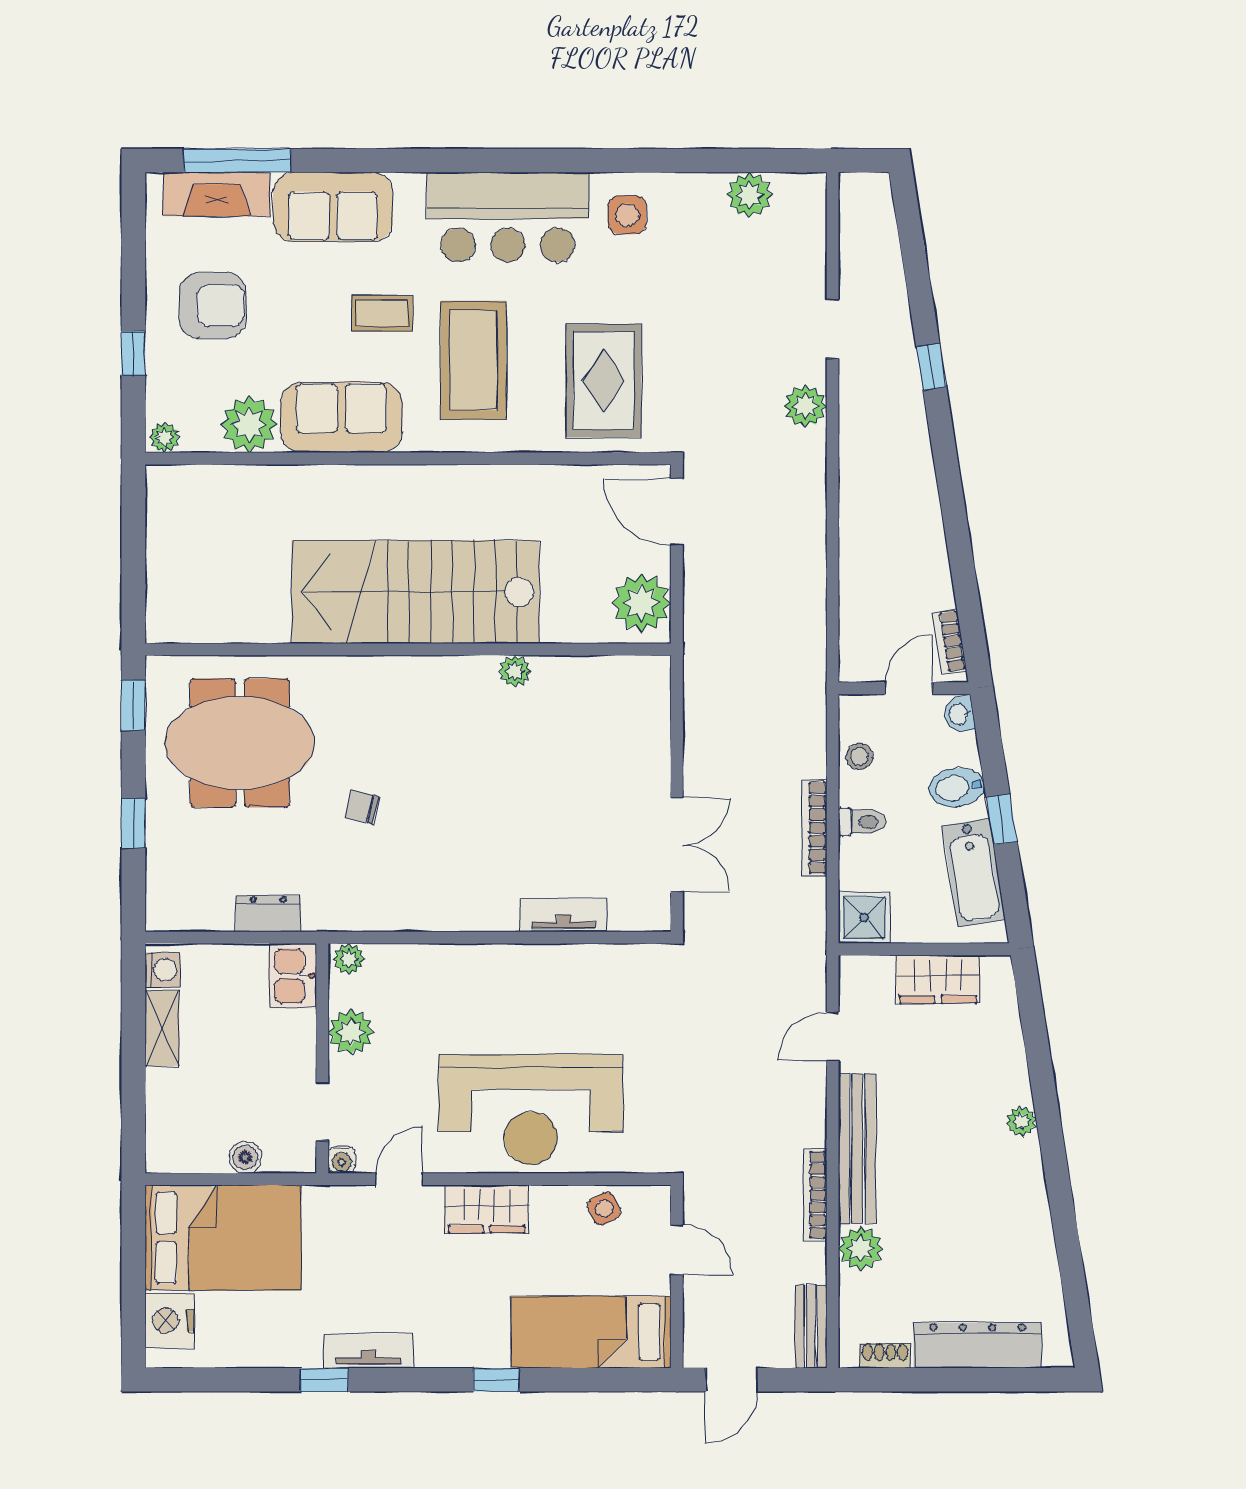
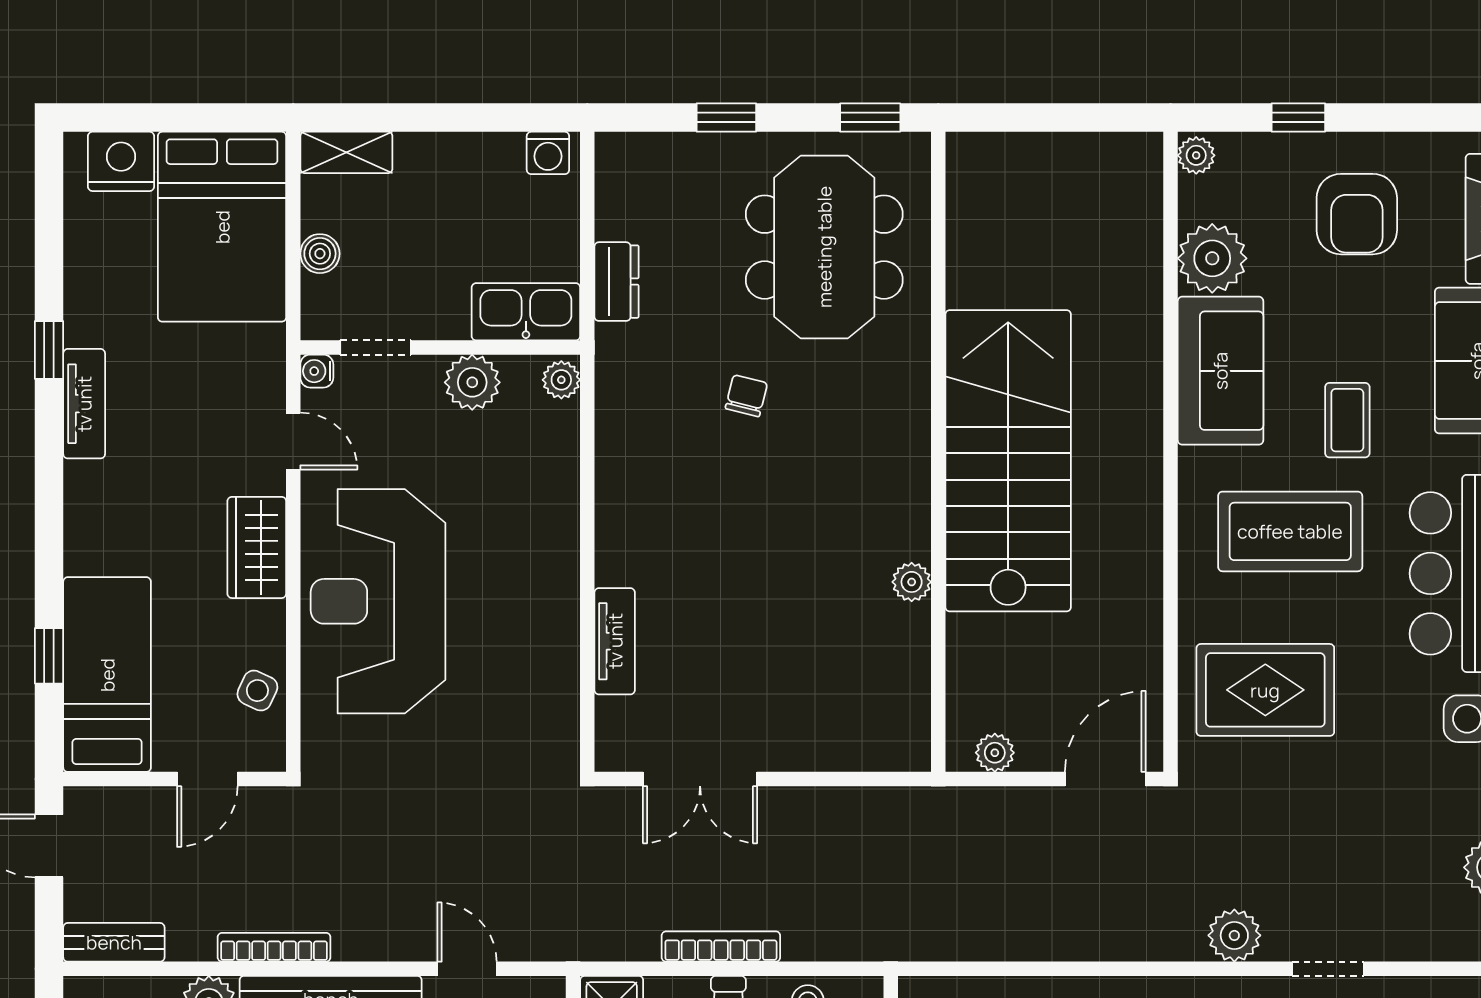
plant: (641, 603) -> (995, 753), width x0.53, depth x0.53
kitchen sink: (293, 976) -> (526, 312), width x1.38
shelving: (162, 1028) -> (346, 152), moved
side table: (604, 1209) -> (257, 691), turned -38
window: (496, 1380) -> (49, 656), moved

